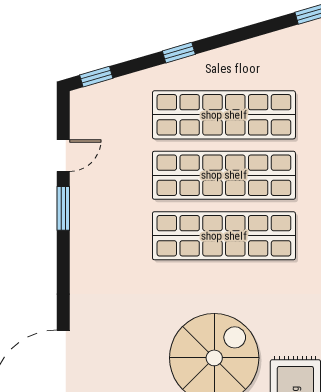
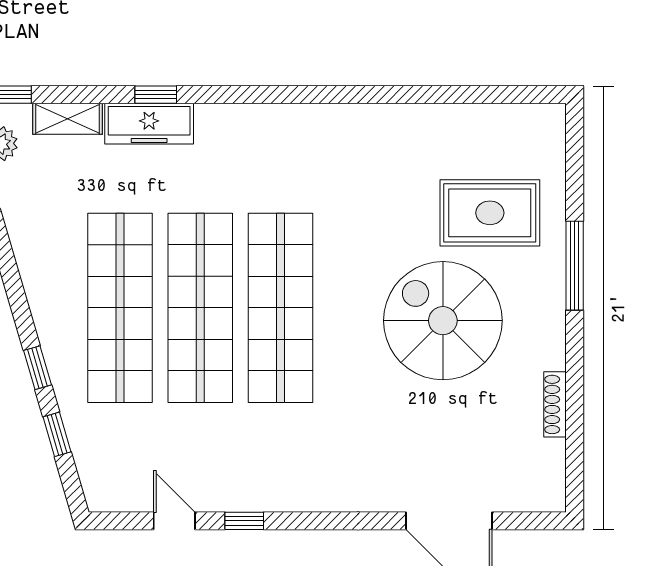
window: (96, 77) -> (57, 434), moved
window: (63, 208) -> (244, 521), width x0.67

